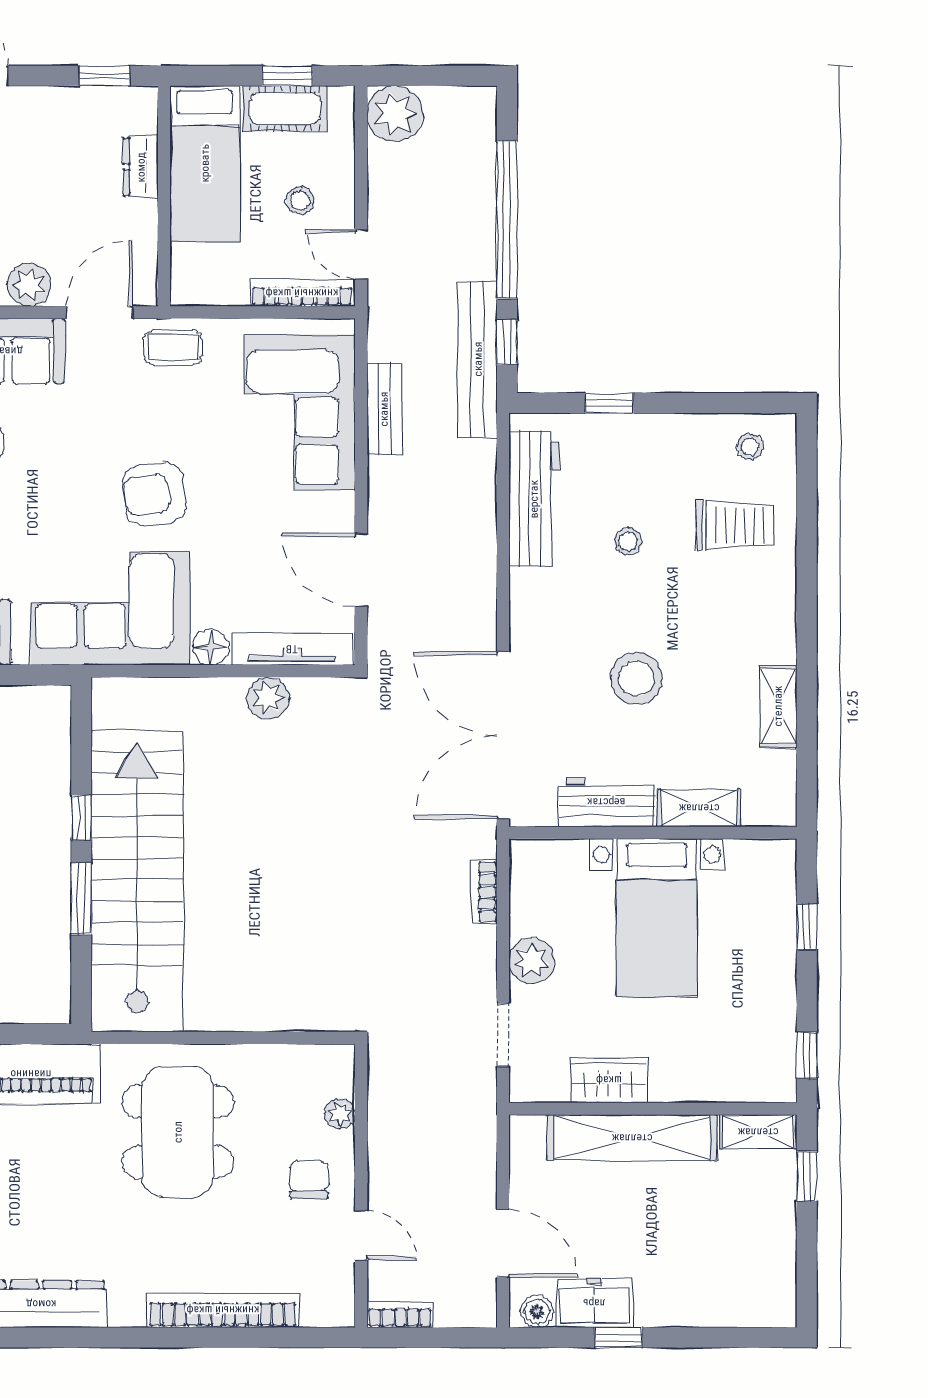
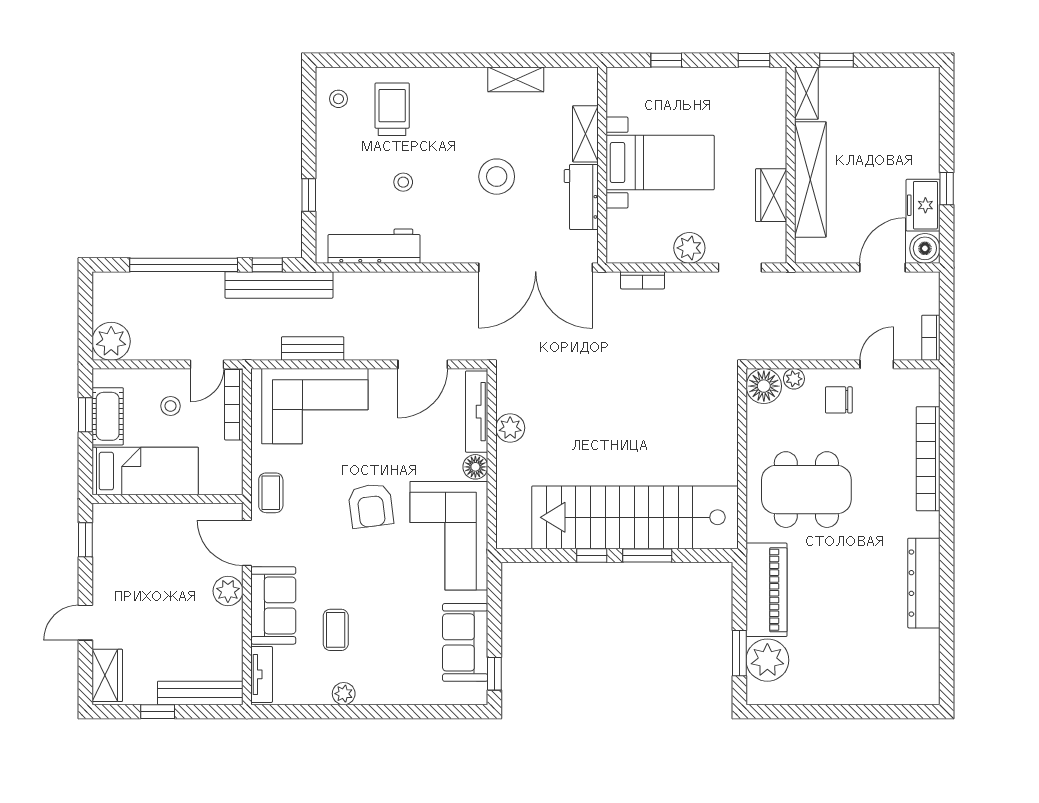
dresser: (141, 167) -> (147, 515), removed
floor lamp: (329, 1070) -> (764, 386), added
boiler: (537, 1311) -> (925, 248), width x1.36, depth x1.36

